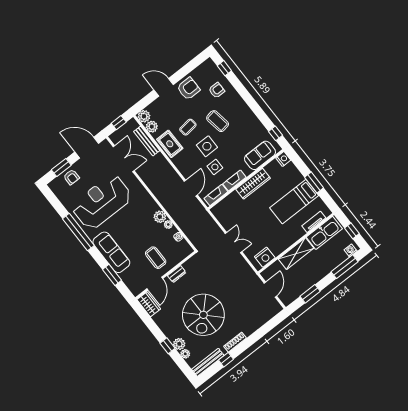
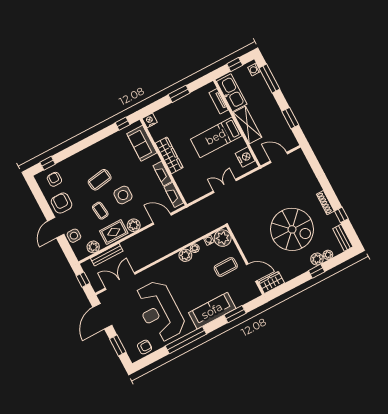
armchair: (217, 90) -> (54, 179), moved
plant: (144, 116) -> (134, 225), moved
side table: (215, 167) -> (74, 236), moved
armchair: (71, 177) -> (145, 347), moved
bed: (294, 202) -> (216, 137), moved, turned 90
plant: (183, 250) -> (223, 238), added
dresser: (177, 274) -> (246, 249), removed
bench: (208, 362) -> (343, 238), width x0.73

